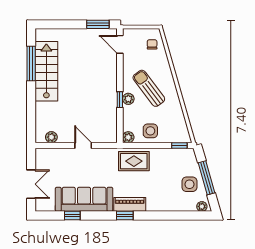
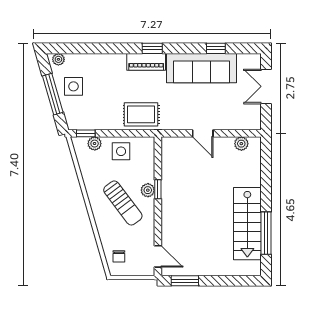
plant: (128, 137) -> (95, 144), moved

